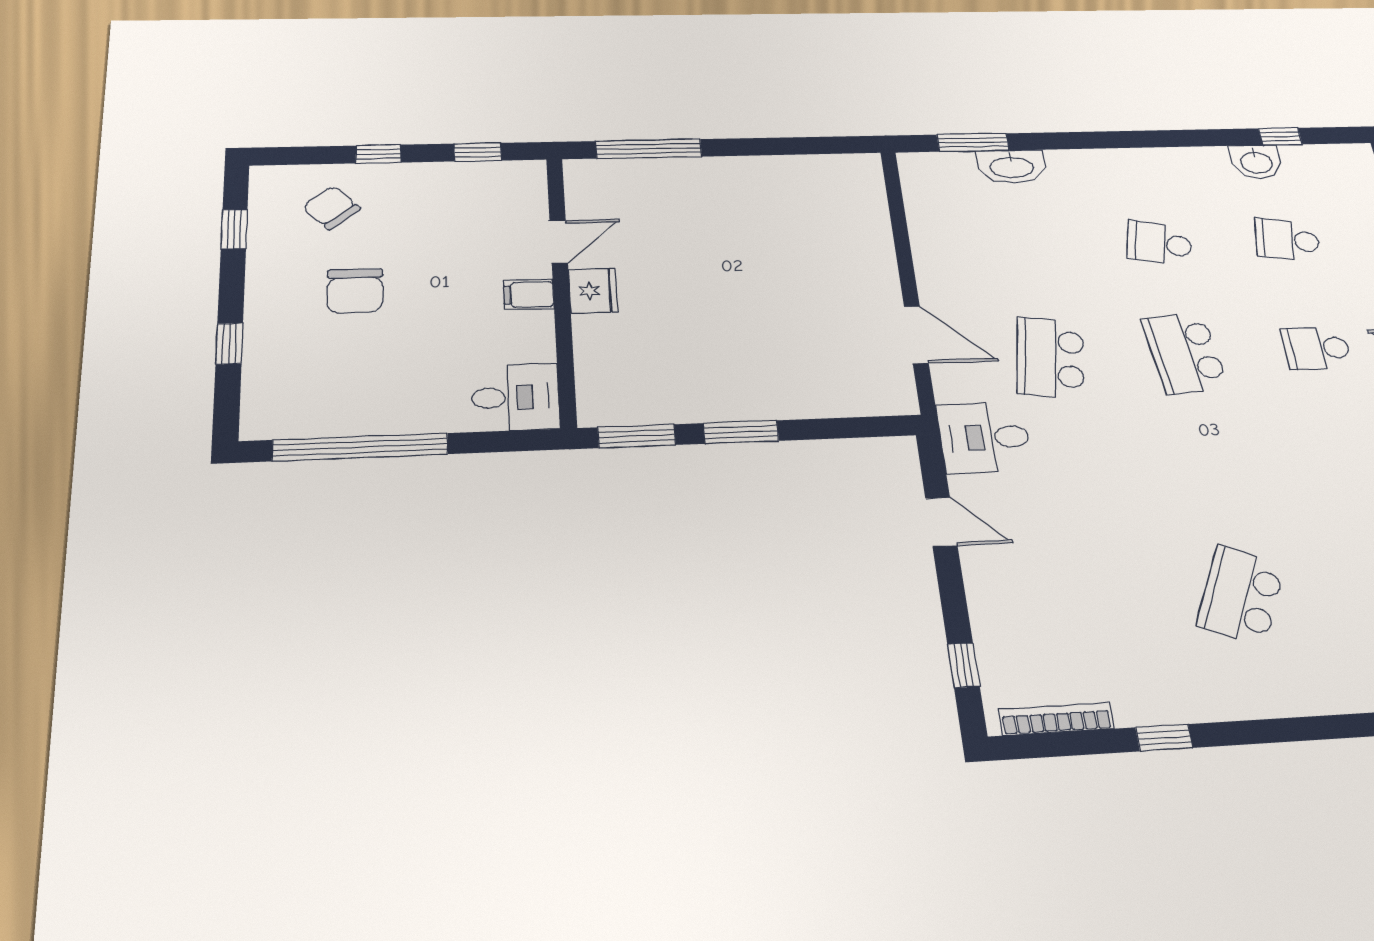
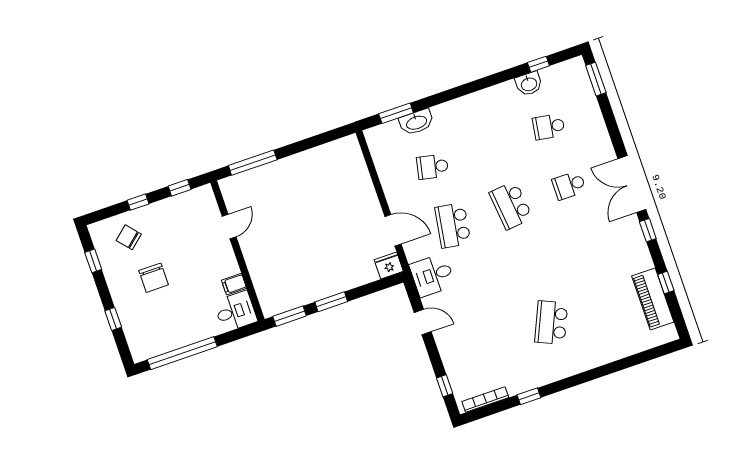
school desk: (1159, 243) -> (433, 167), moved
fridge: (593, 291) -> (389, 266), moved, turned -90
filing cabinet: (529, 295) -> (234, 284), moved

